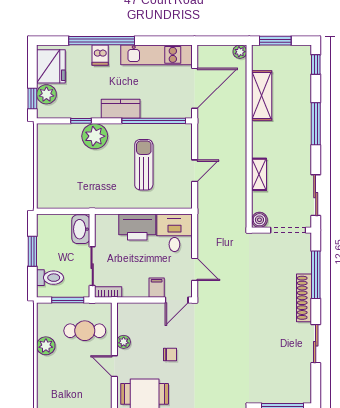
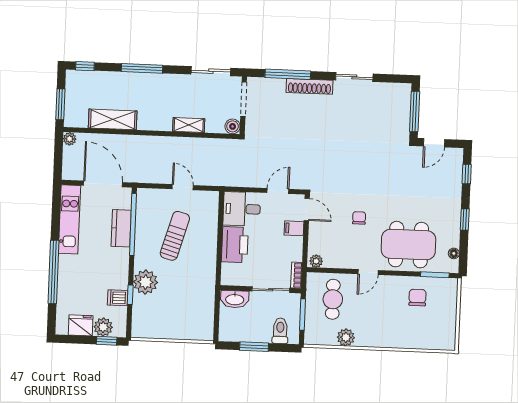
dishwasher: (100, 55) -> (118, 298), moved, turned 180
fridge: (51, 66) -> (81, 325), width x0.73, depth x0.75
kitchen counter: (121, 109) -> (121, 228), moved
sun lounger: (144, 165) -> (175, 236), turned 106
plant: (124, 342) -> (316, 261), moved

